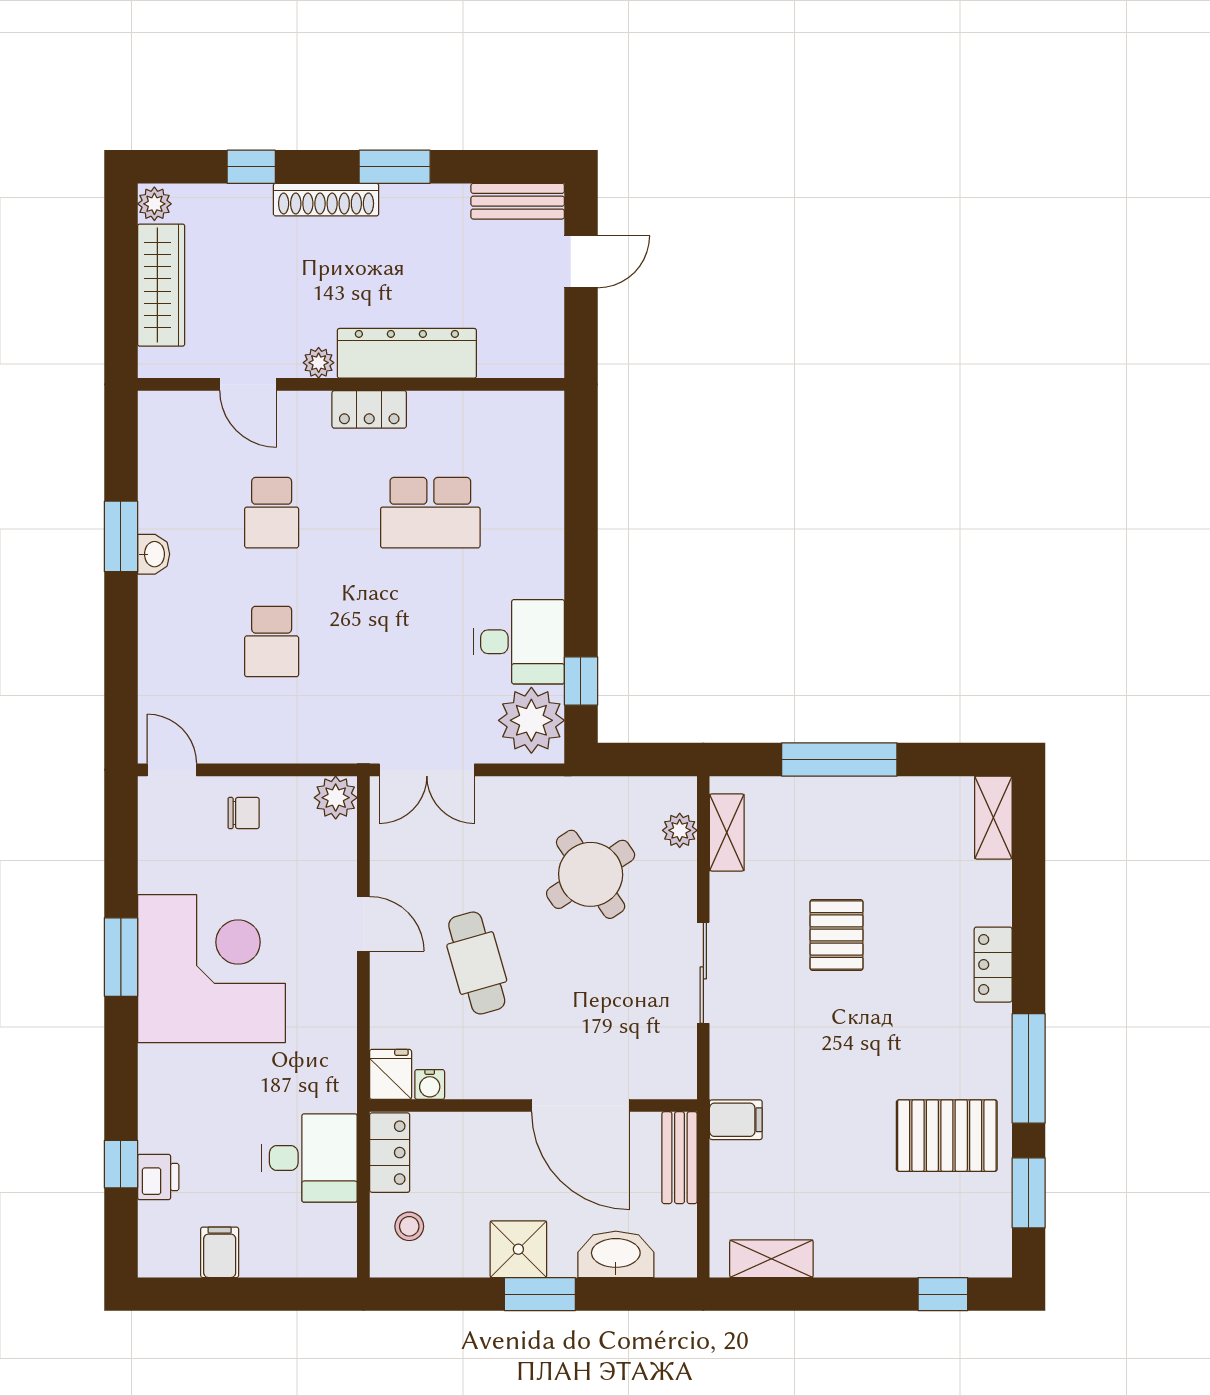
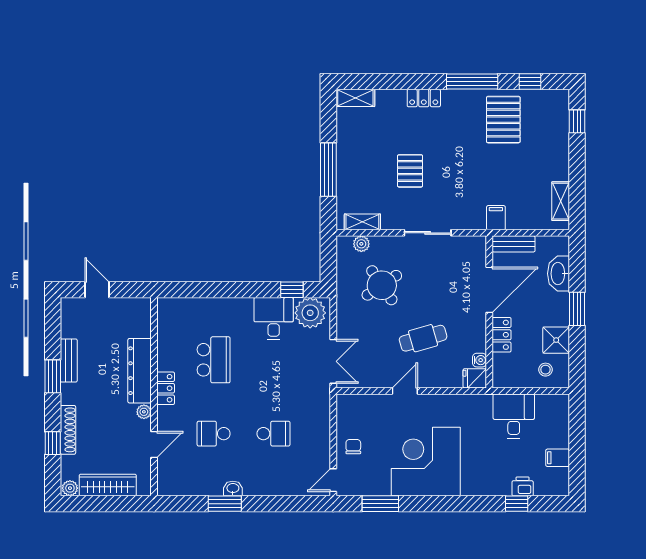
shoe rack: (326, 200) -> (68, 430), moved
bench: (518, 201) -> (69, 361), moved
school desk: (272, 513) -> (214, 434), turned 180
plant: (336, 798) -> (346, 404), removed
pallet: (837, 935) -> (410, 171), turned 90
window: (121, 957) -> (380, 504), moved
locker: (390, 1153) -> (502, 335), moved, turned 90
window: (1029, 1193) -> (530, 82), width x0.67
shower: (518, 1249) -> (556, 340), moved

